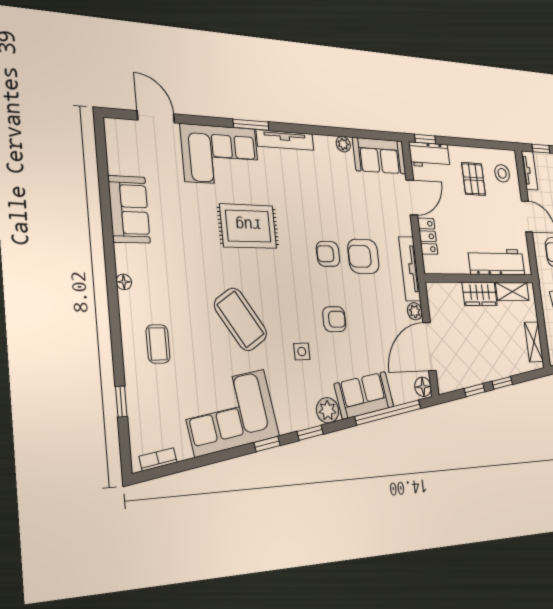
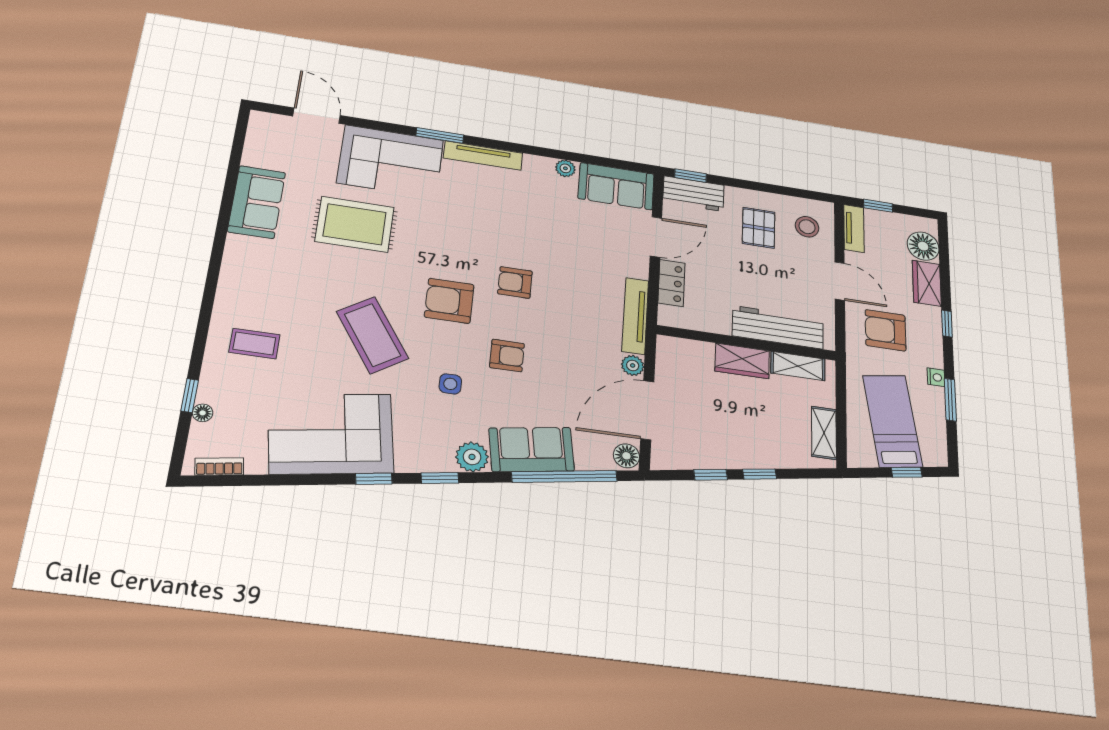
rug: (248, 226) -> (355, 224), moved
armchair: (363, 256) -> (449, 301), moved
floor lamp: (124, 282) -> (203, 413), moved
coffee table: (158, 344) -> (254, 343), turned 90

